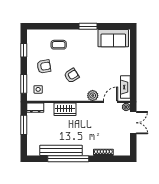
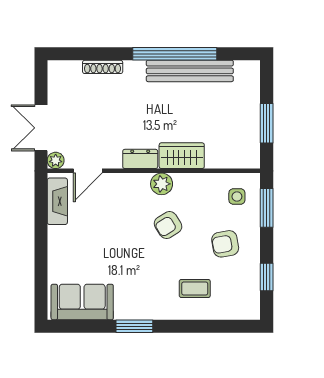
plant: (93, 96) -> (162, 184), moved
dresser: (35, 108) -> (140, 159), moved

